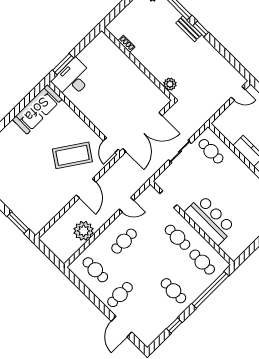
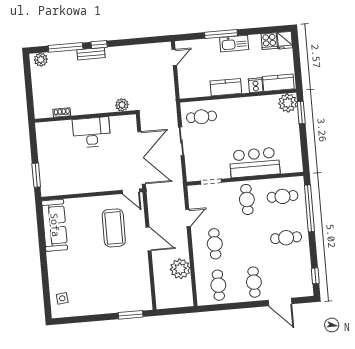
desk: (73, 79) -> (91, 132), moved, turned 90
coffee table: (72, 155) -> (114, 228), turned -34
cafe table: (177, 237) -> (247, 199), turned 90
cafe table: (95, 270) -> (218, 285), turned 90
window: (174, 326) -> (315, 276), moved

